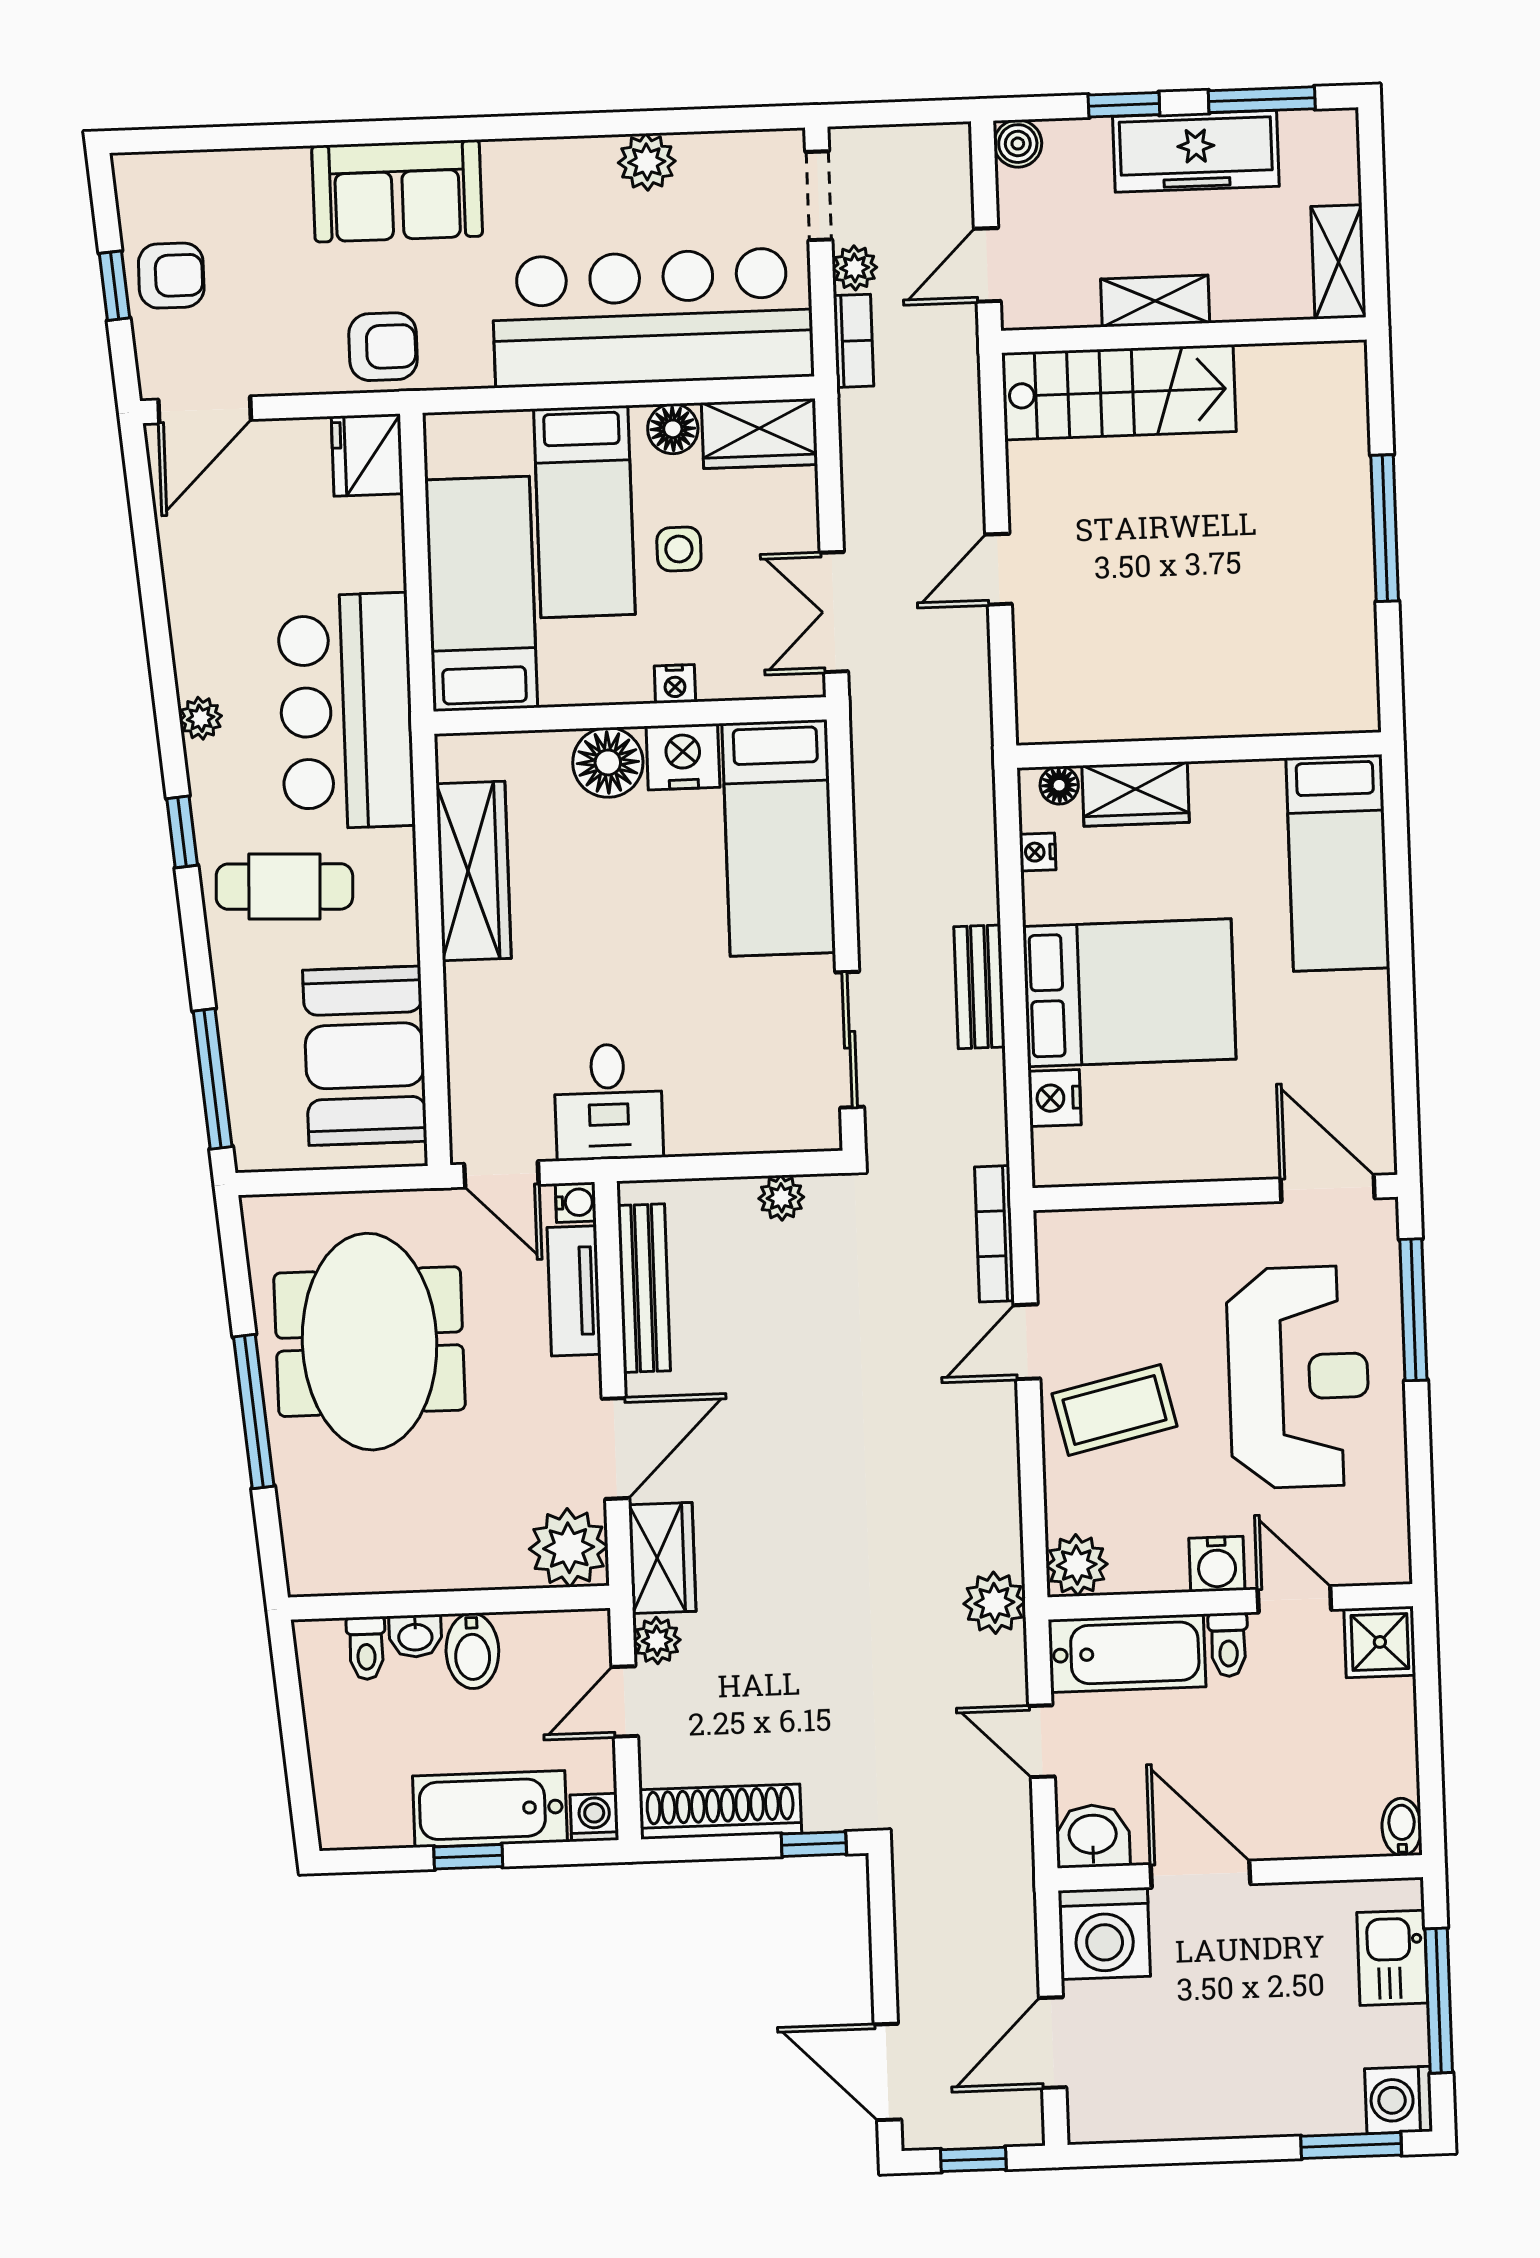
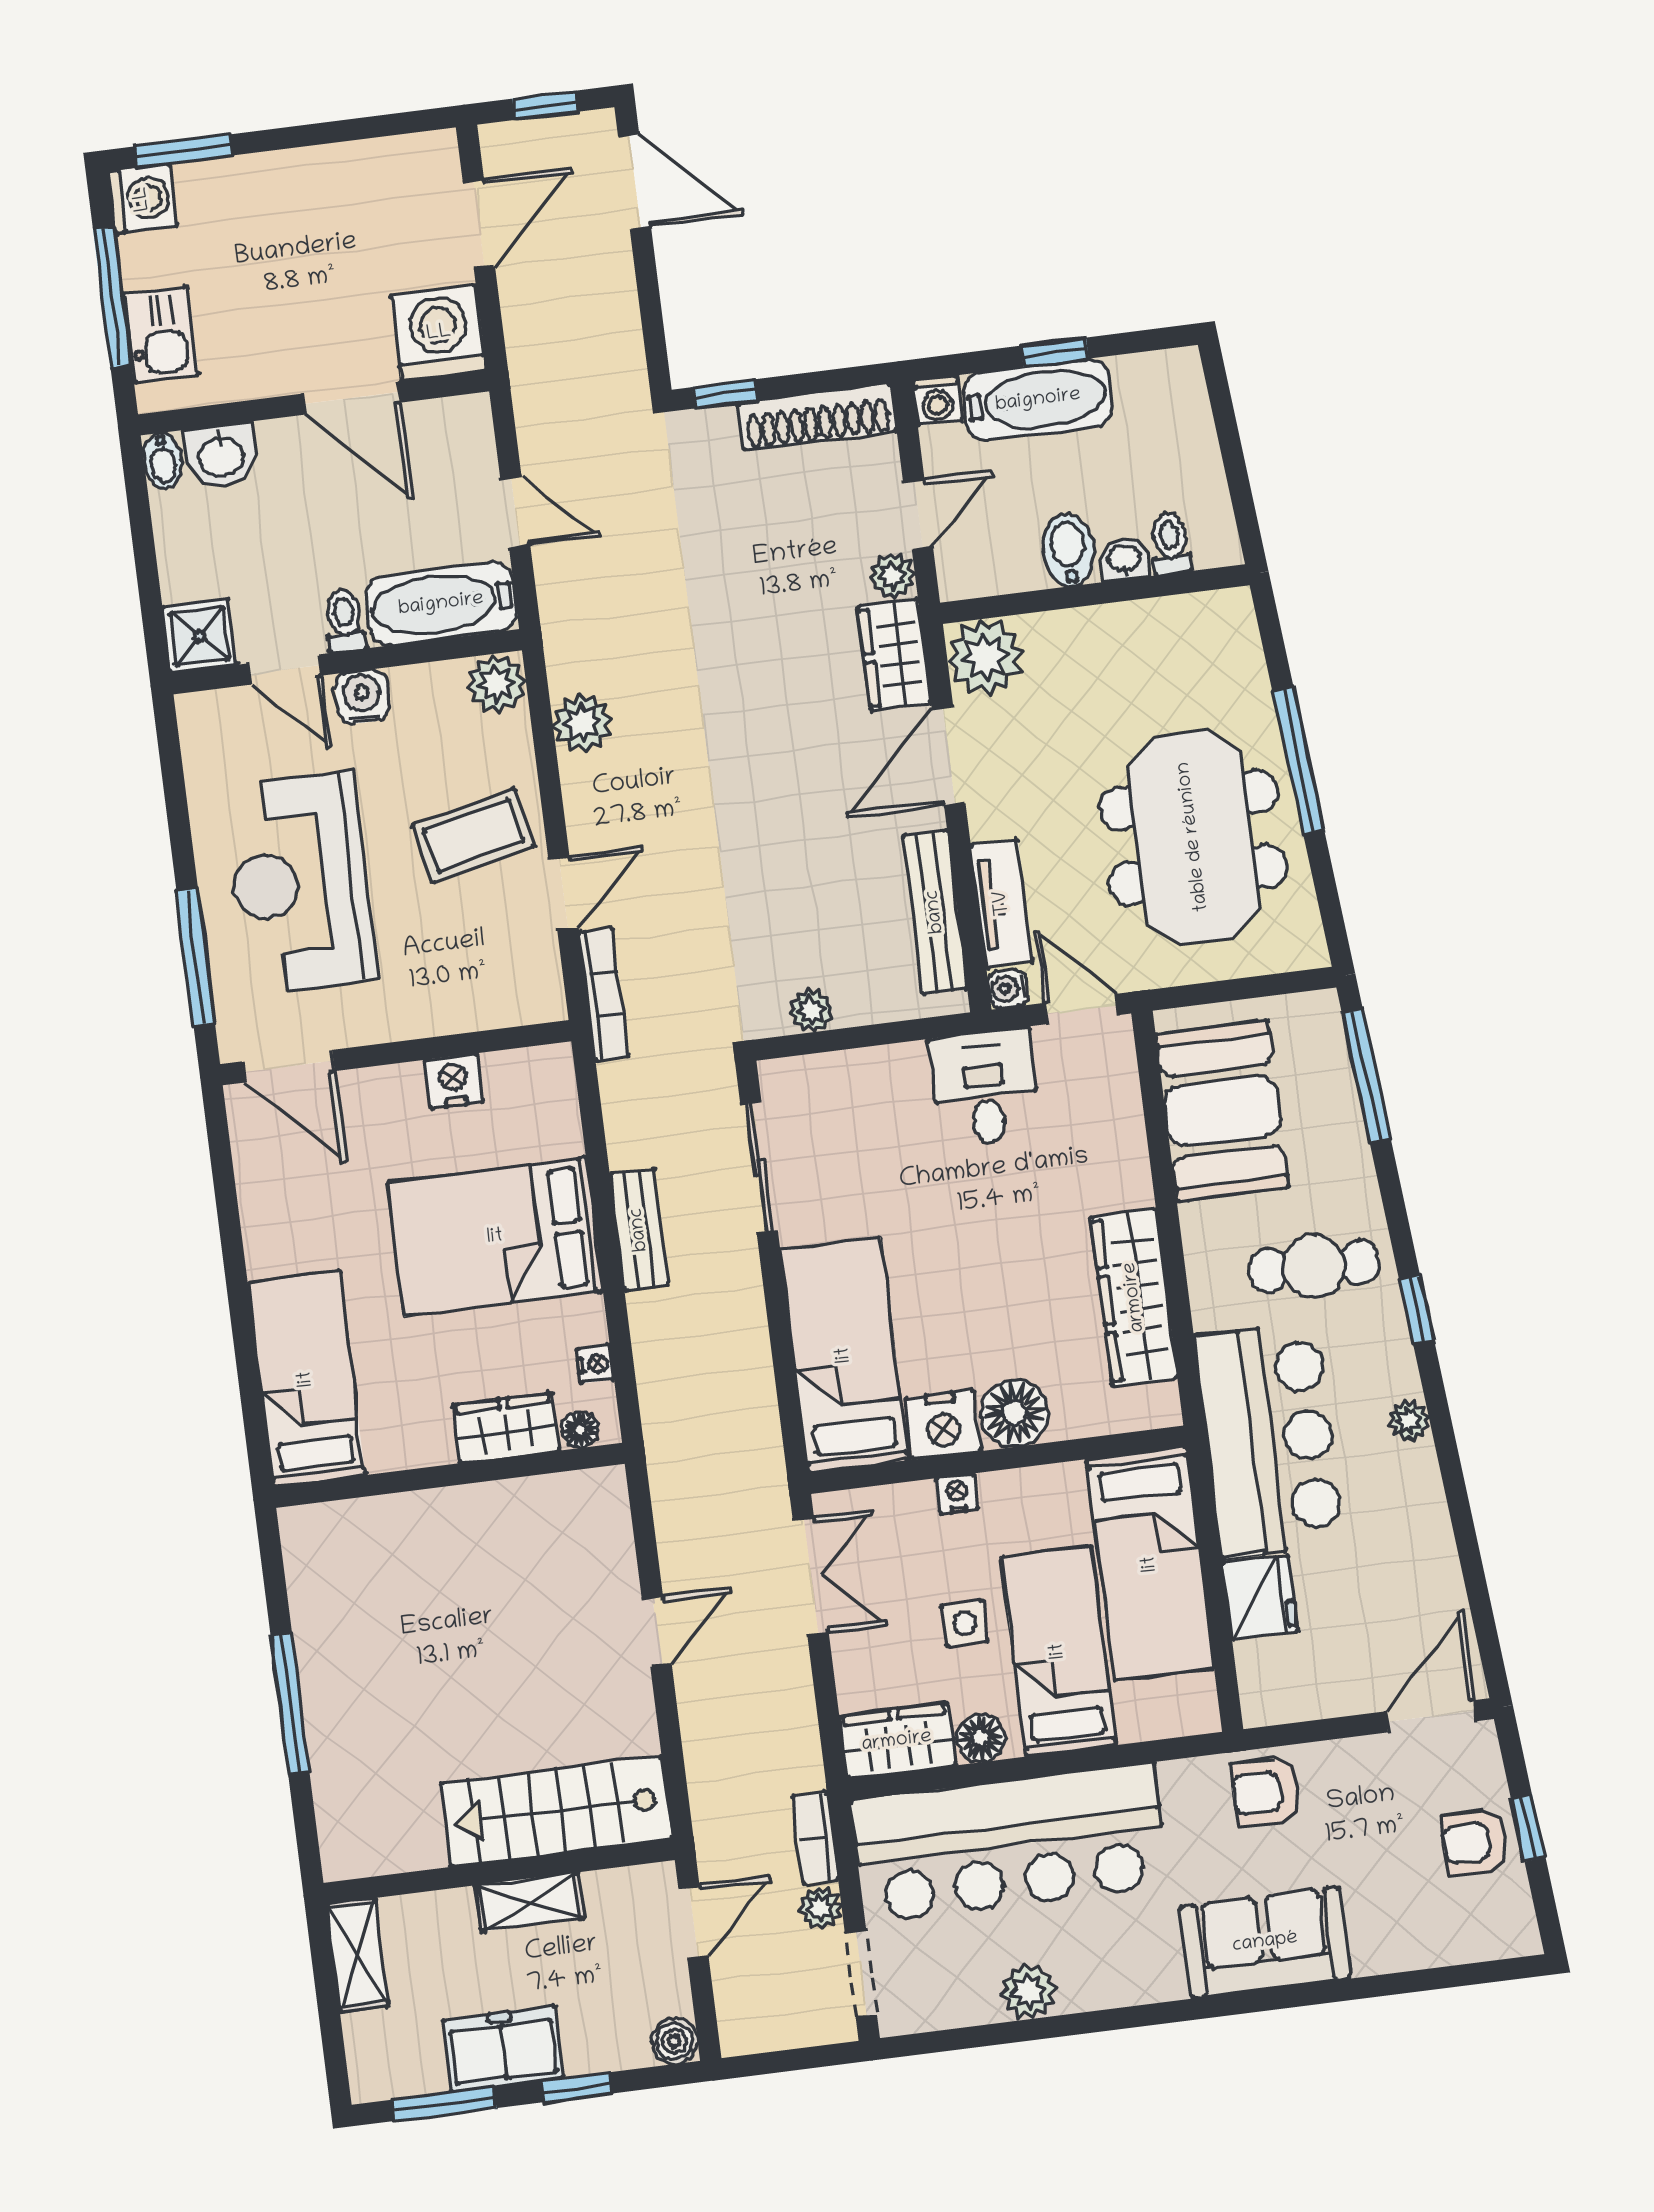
freezer: (1196, 151) -> (503, 2049), width x0.71
fridge: (367, 455) -> (1260, 1597), moved
nightstand: (1055, 1098) -> (454, 1081), moved, turned -90
plant: (994, 1603) -> (583, 723), moved
washbasin: (1093, 1836) -> (221, 455), moved

